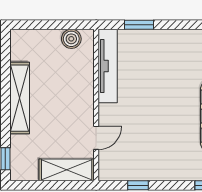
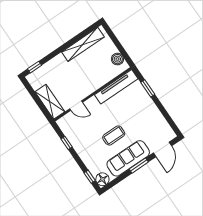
shelving: (20, 98) -> (83, 44), moved
coffee table: (171, 115) -> (114, 136), added

